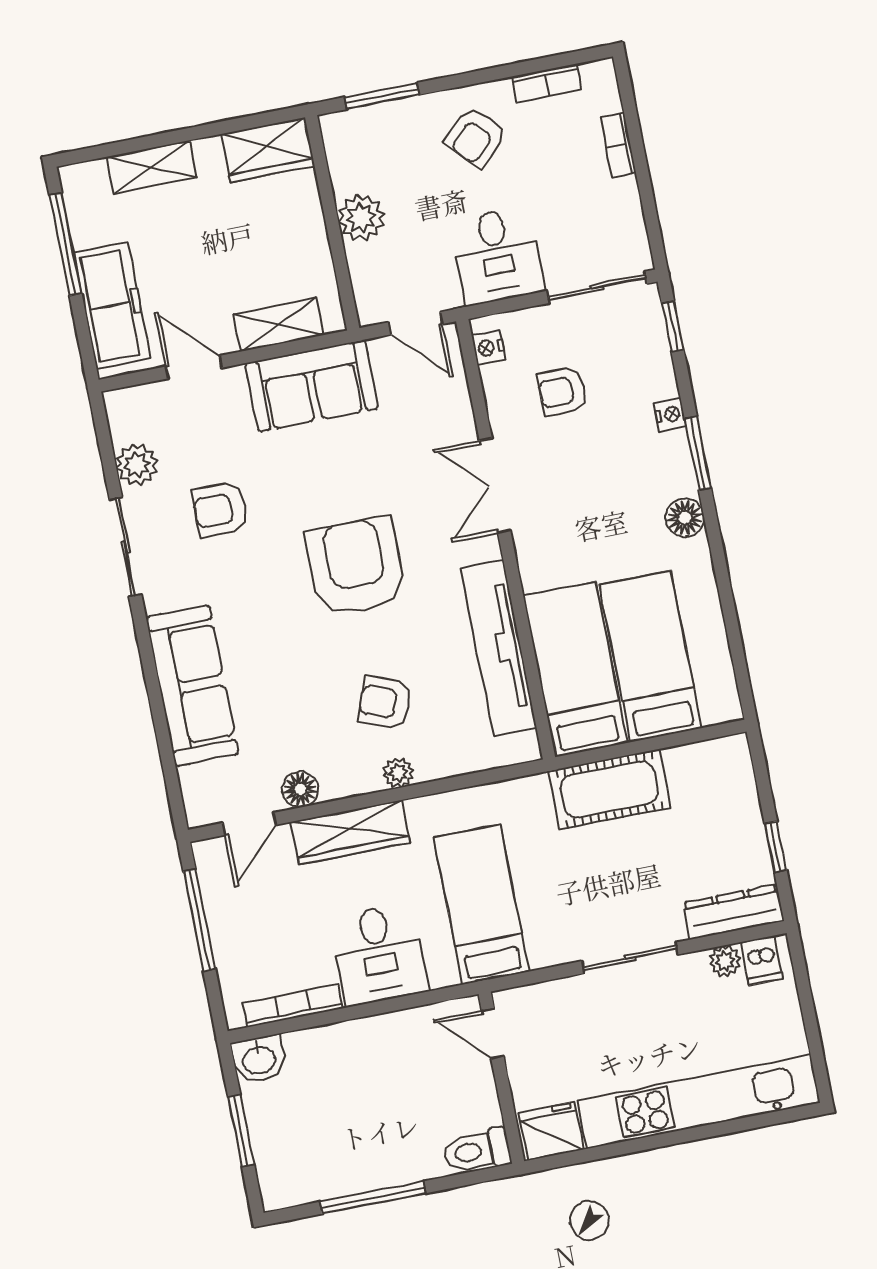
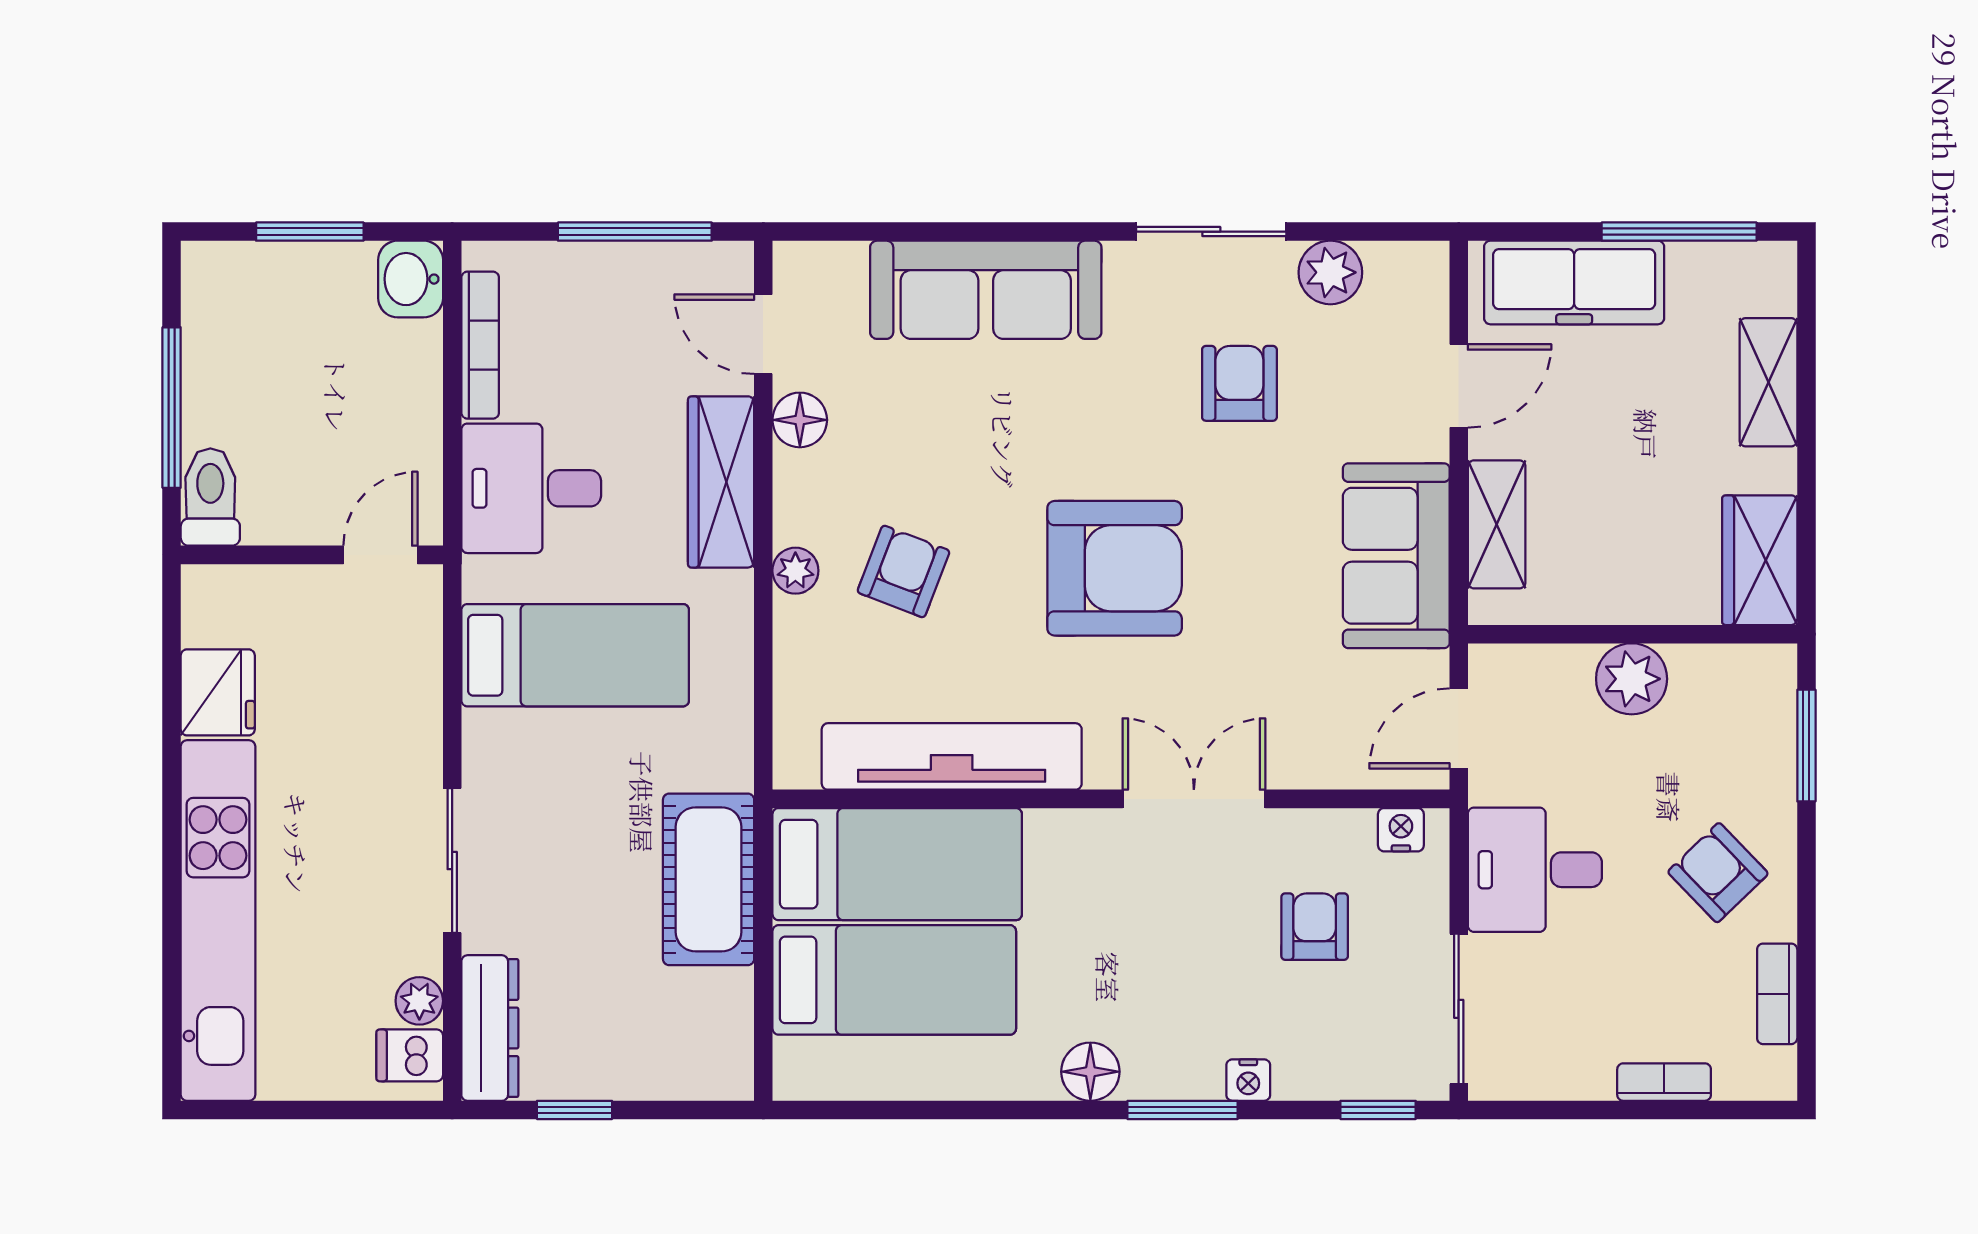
door: (493, 1033) -> (380, 555), moved
wall: (501, 1078) -> (312, 555), moved
toilet: (477, 1151) -> (210, 497), moved

